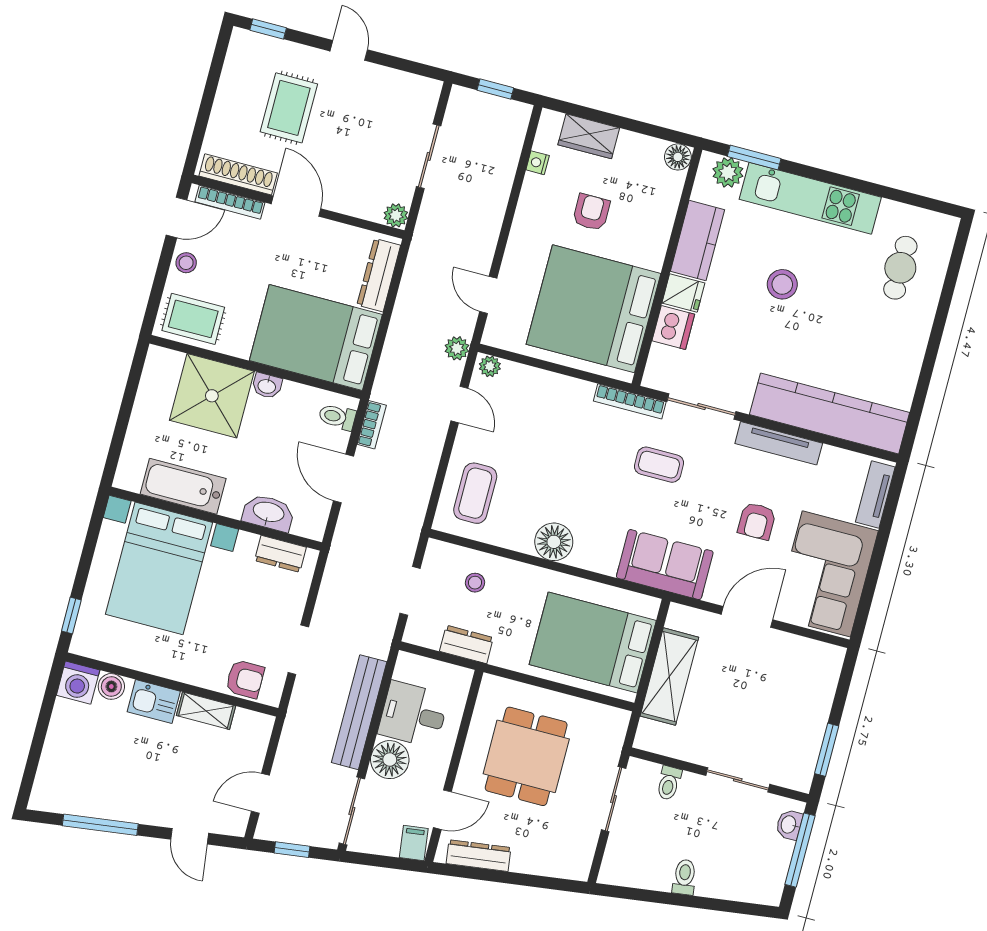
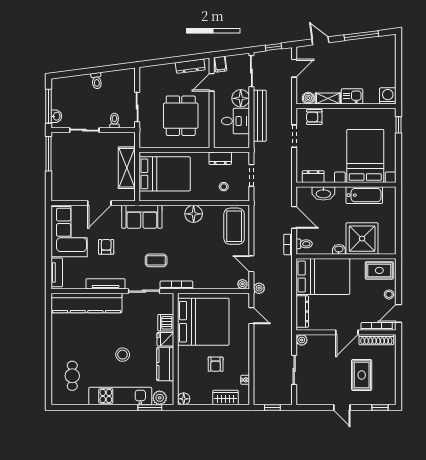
door: (296, 206) -> (347, 332), hinge flipped
coffee table: (475, 493) -> (234, 226), width x1.36, depth x1.32
boiler: (111, 686) -> (308, 98), moved
window: (827, 750) -> (49, 154), width x1.44

